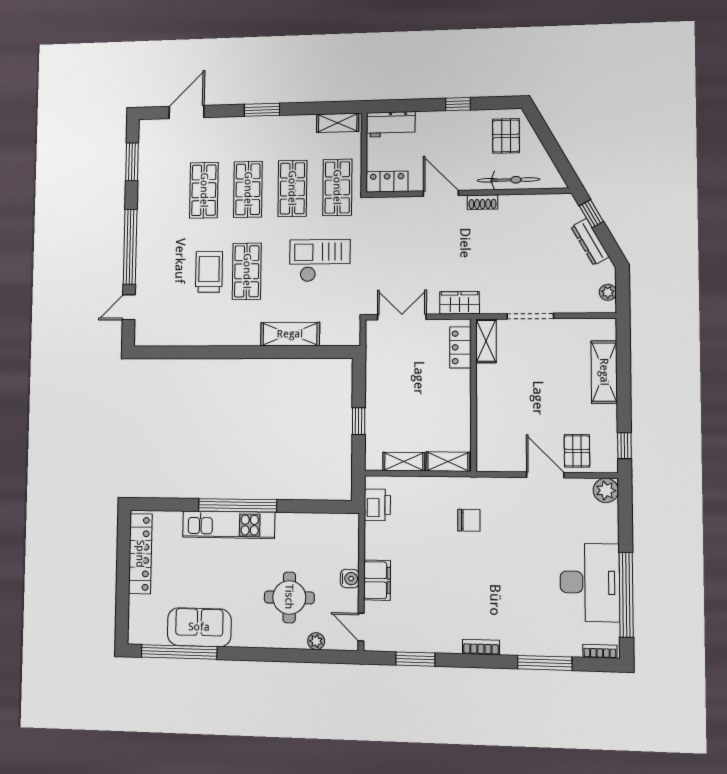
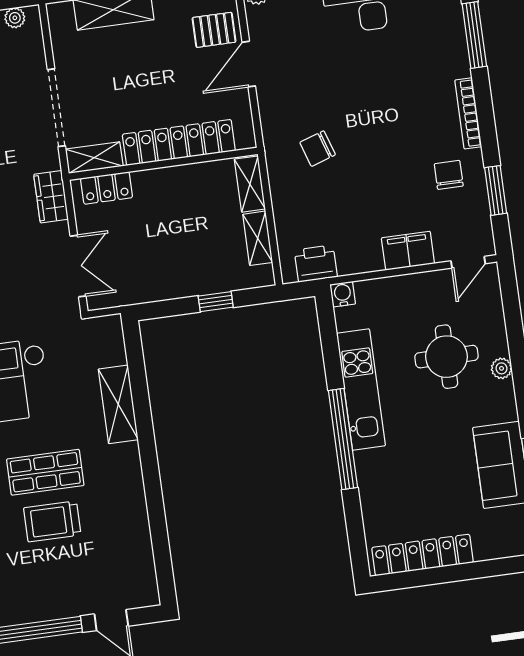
doorway: (530, 316) -> (56, 108), width x1.36
double door: (402, 317) -> (78, 266), swing flipped
locker: (489, 410) -> (179, 142), added
chair: (469, 520) -> (318, 149), turned -108
kitchen unit: (229, 525) -> (361, 389), moved
water cooler: (350, 579) -> (343, 294), moved
chair: (433, 623) -> (449, 175), added
plant: (316, 641) -> (501, 368), moved
bookcase: (481, 647) -> (468, 113), width x1.56

